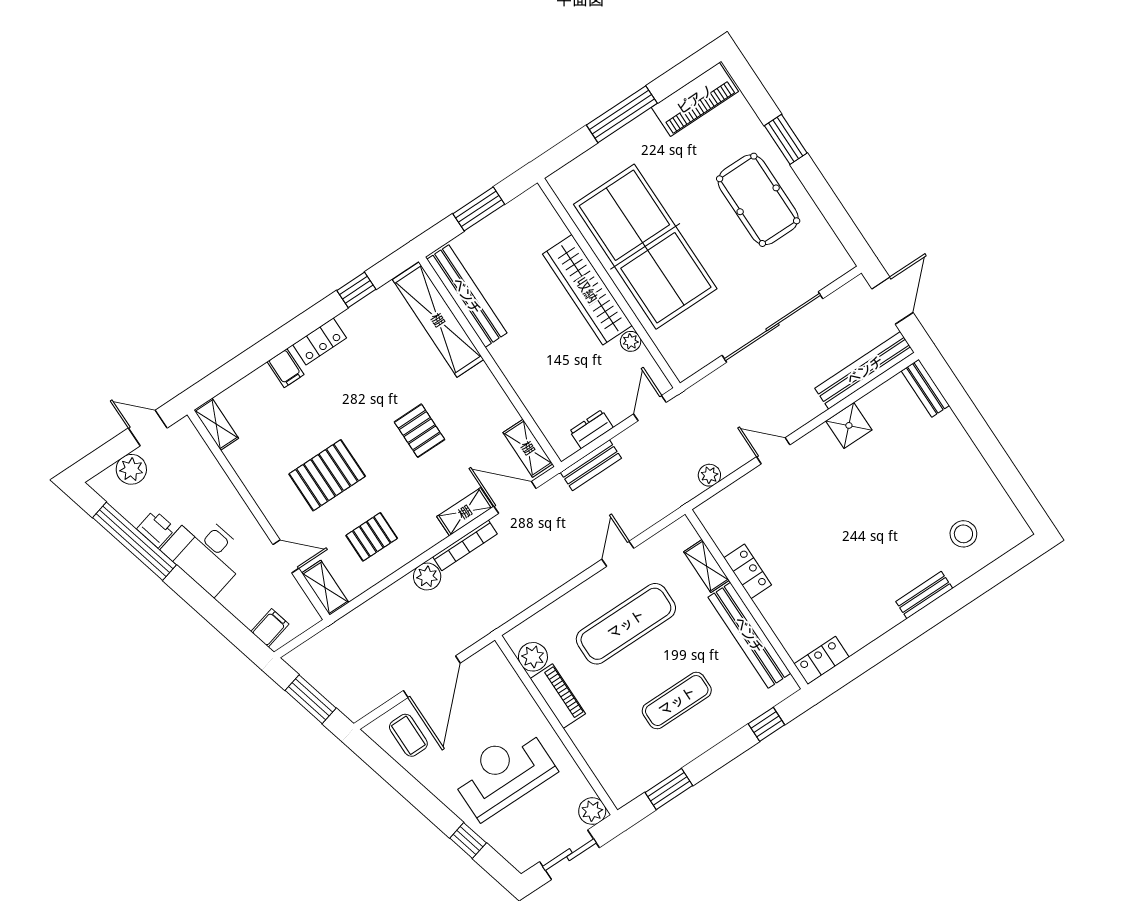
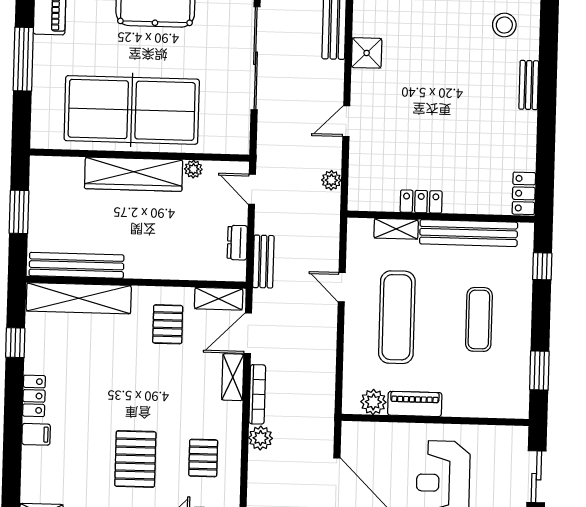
pallet: (419, 431) -> (168, 324), moved, turned 90
plant: (592, 811) -> (516, 438), removed

